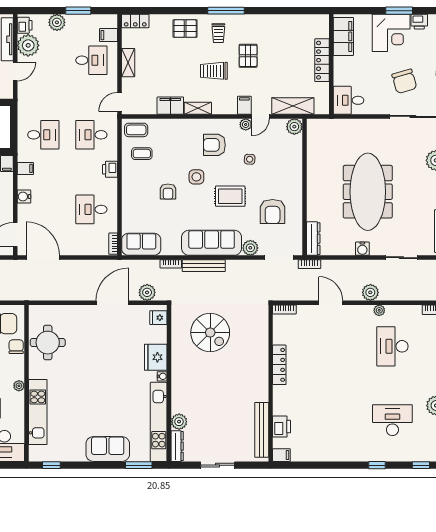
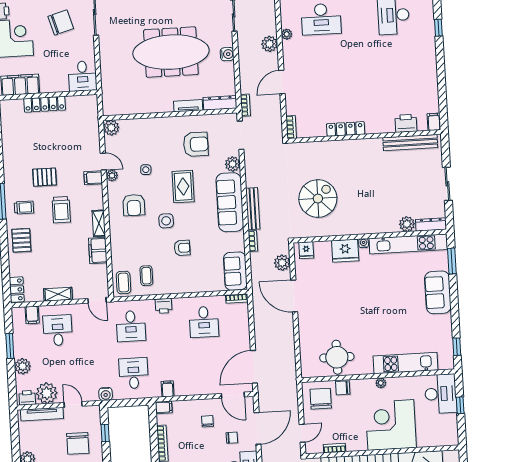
shelving: (293, 106) -> (91, 130), removed
water cooler: (24, 197) -> (106, 394), moved
tv unit: (312, 206) -> (188, 106), added

